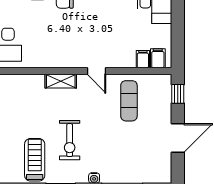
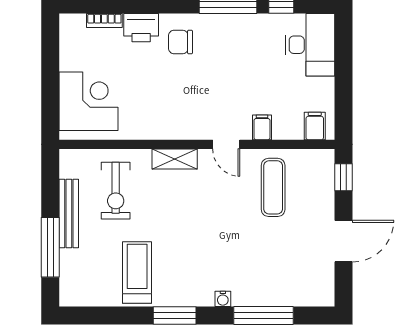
filing cabinet: (143, 59) -> (262, 127), moved
exercise bike: (70, 140) -> (116, 191), moved

